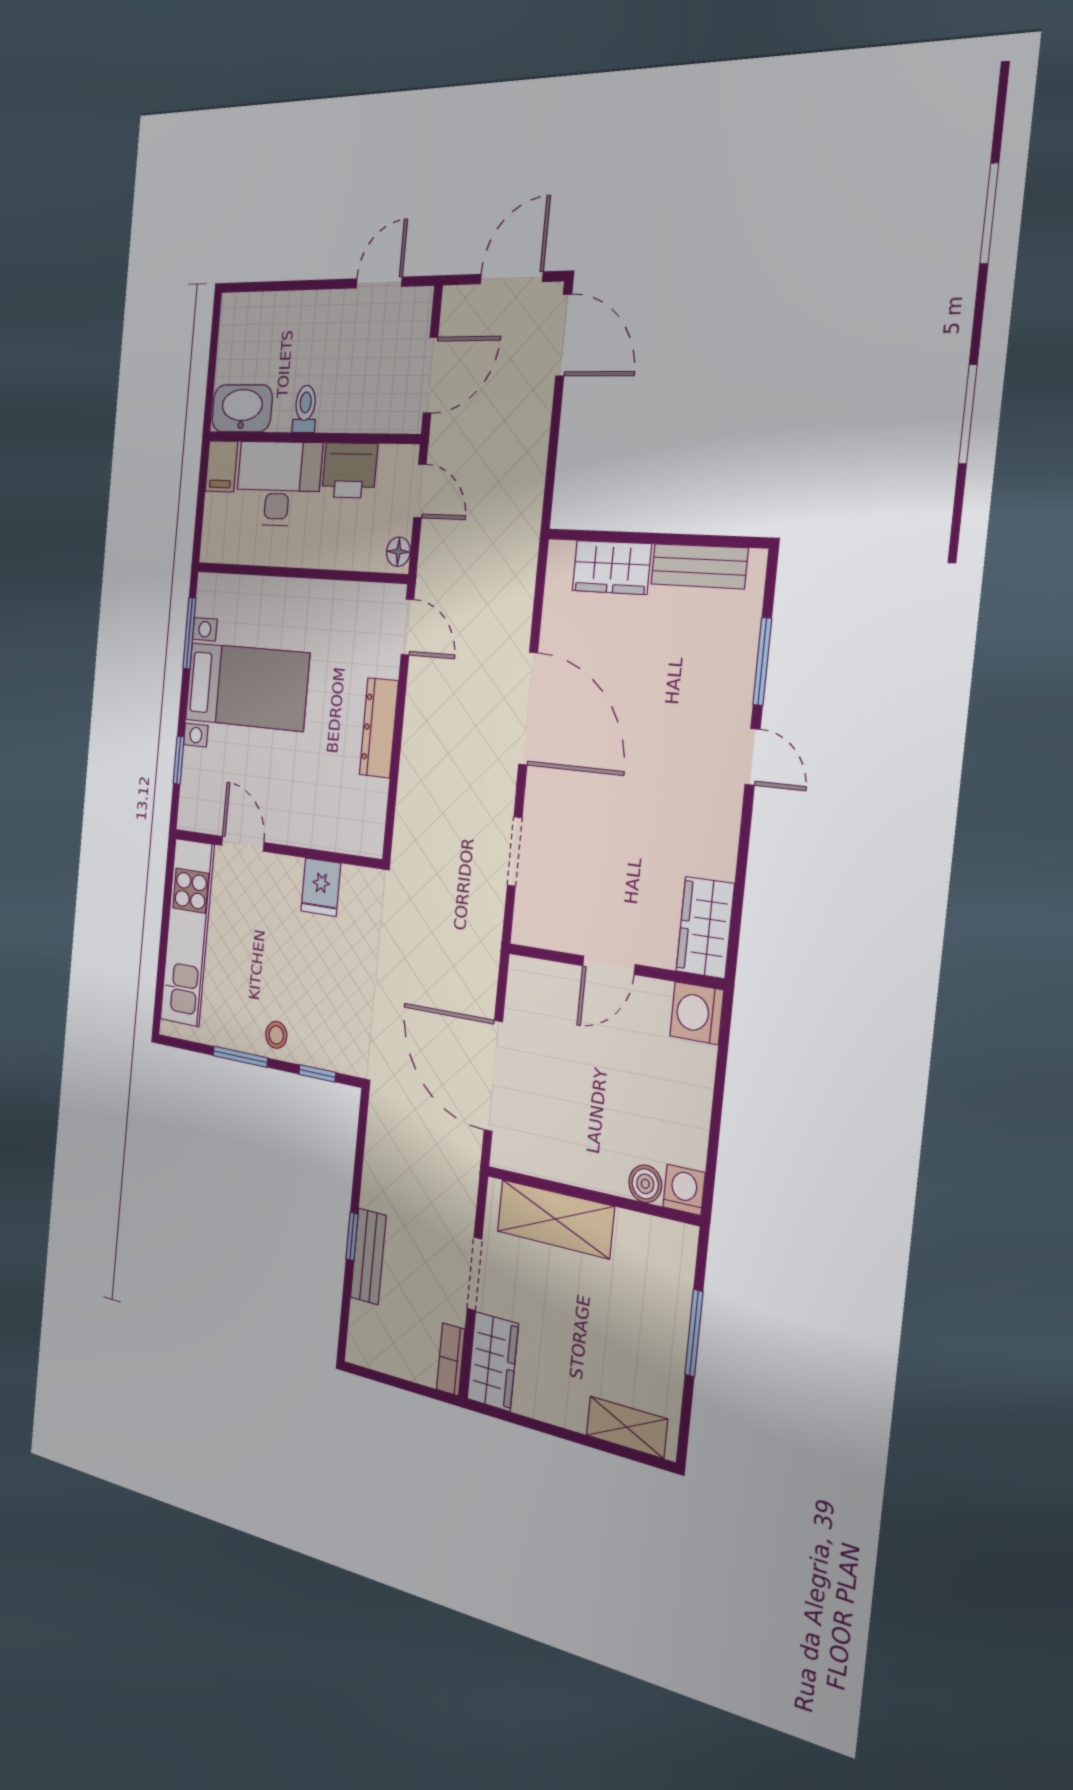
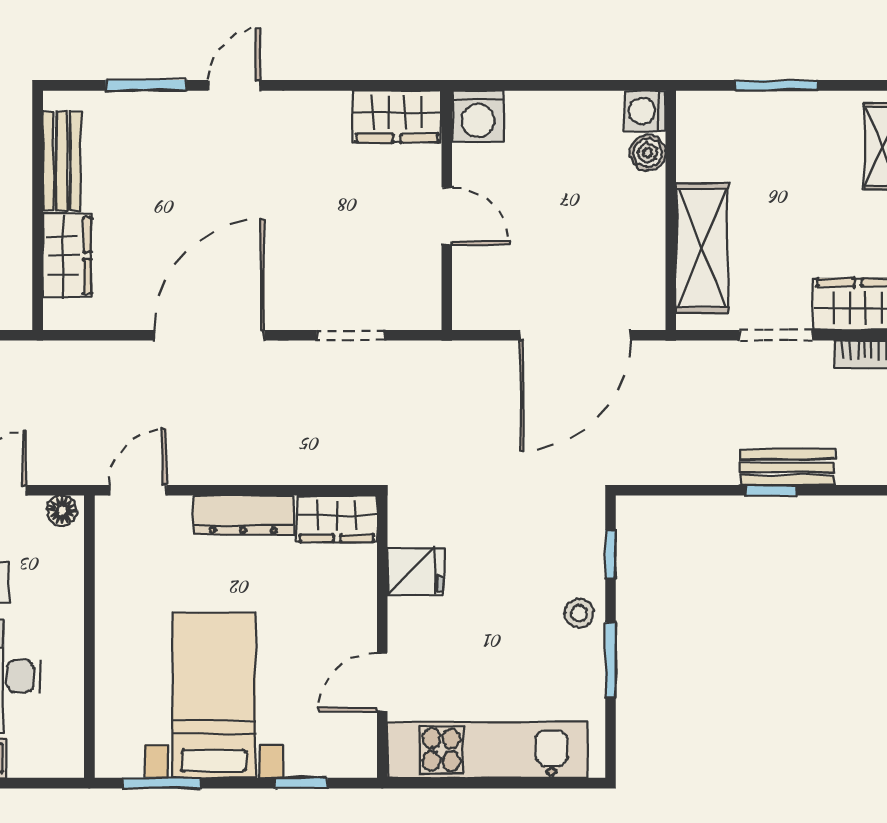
wardrobe: (368, 818) -> (337, 519), added

